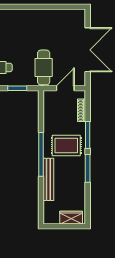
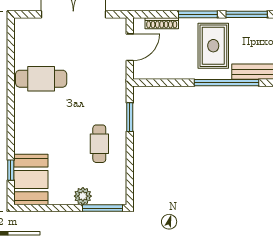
cafe table: (44, 67) -> (41, 79), moved
door: (65, 88) -> (130, 47), swing flipped

